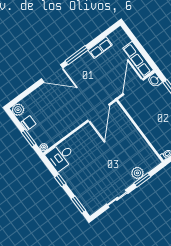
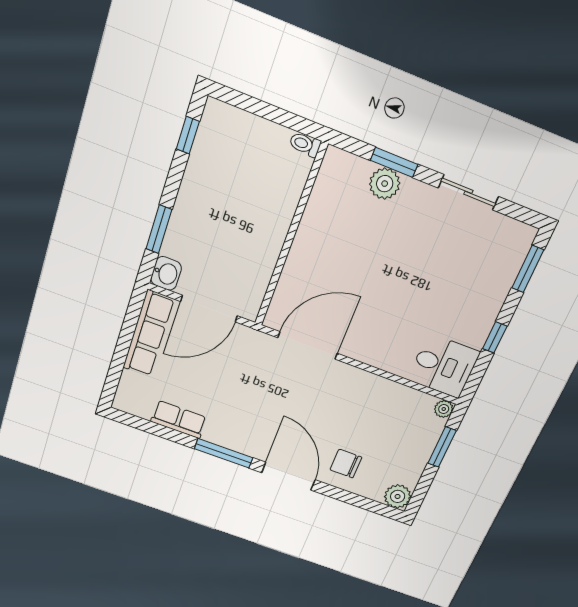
chair: (29, 123) -> (346, 464), moved

